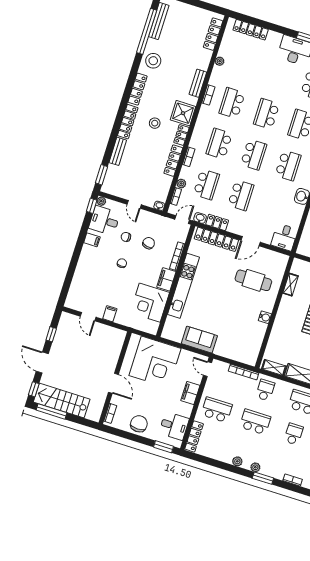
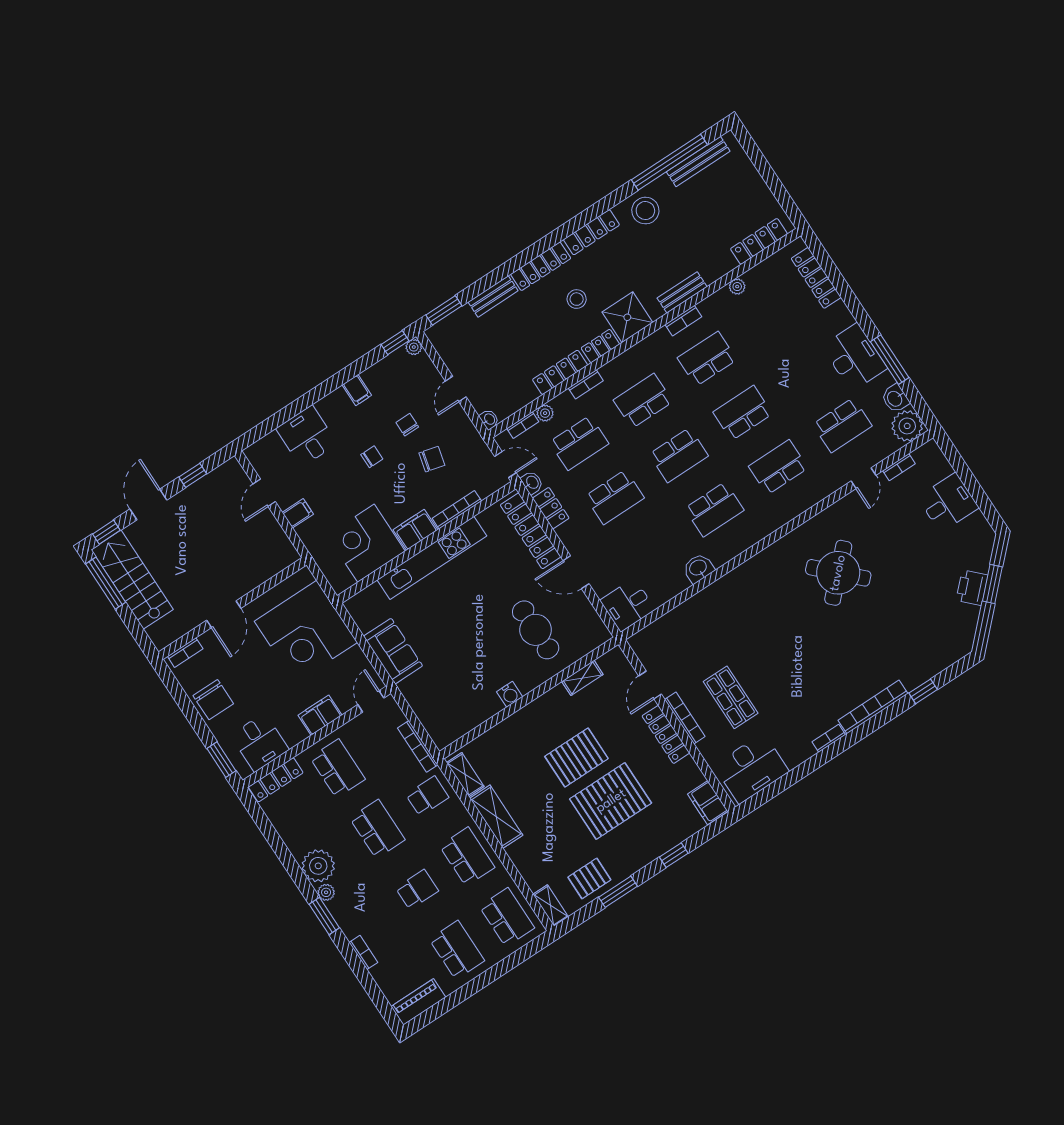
desk: (104, 221) -> (307, 436), moved
chair: (139, 424) -> (213, 700), turned 90
plant: (237, 461) -> (318, 866), width x1.87, depth x1.87

